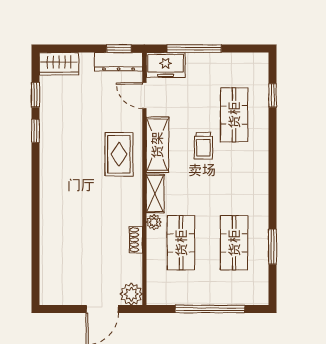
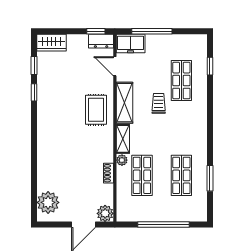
dresser: (119, 62) -> (101, 41), width x0.70
trolley: (203, 146) -> (159, 103), turned 180
plant: (54, 279) -> (48, 202), added

